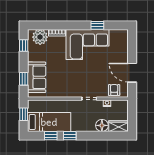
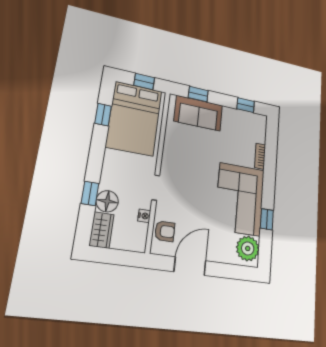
plant: (40, 37) -> (248, 248), moved
bed: (49, 122) -> (134, 118), width x1.50
window: (70, 136) -> (90, 193), moved

